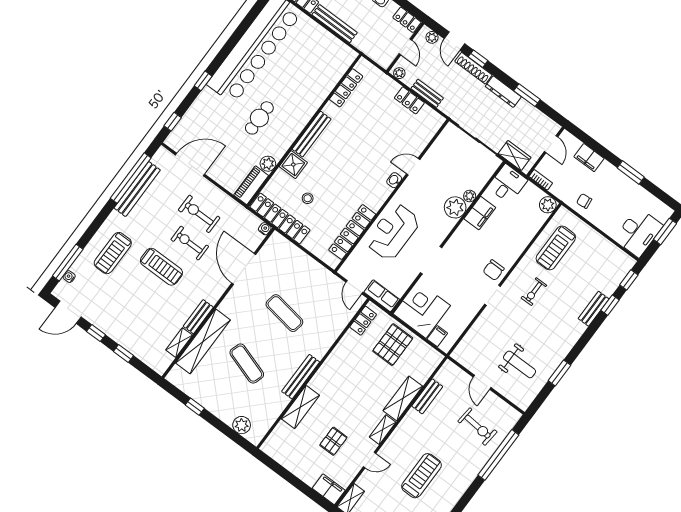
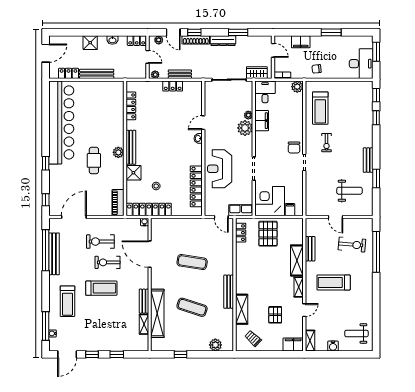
plant: (268, 164) -> (118, 152), moved
bench: (594, 309) -> (368, 160), moved
trolley: (289, 449) -> (253, 338), added
treadmill: (421, 476) -> (334, 282), moved, turned -90

